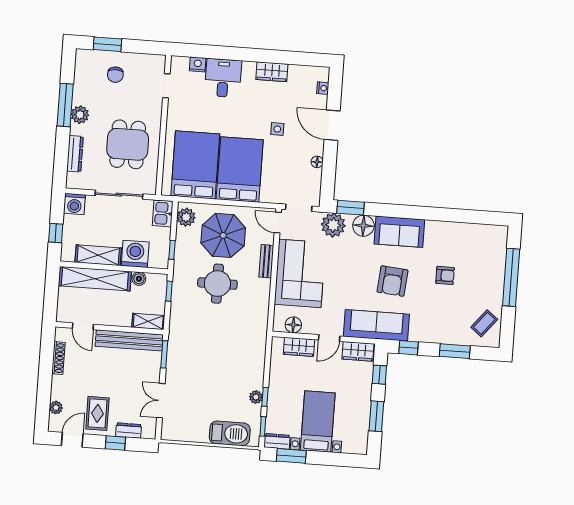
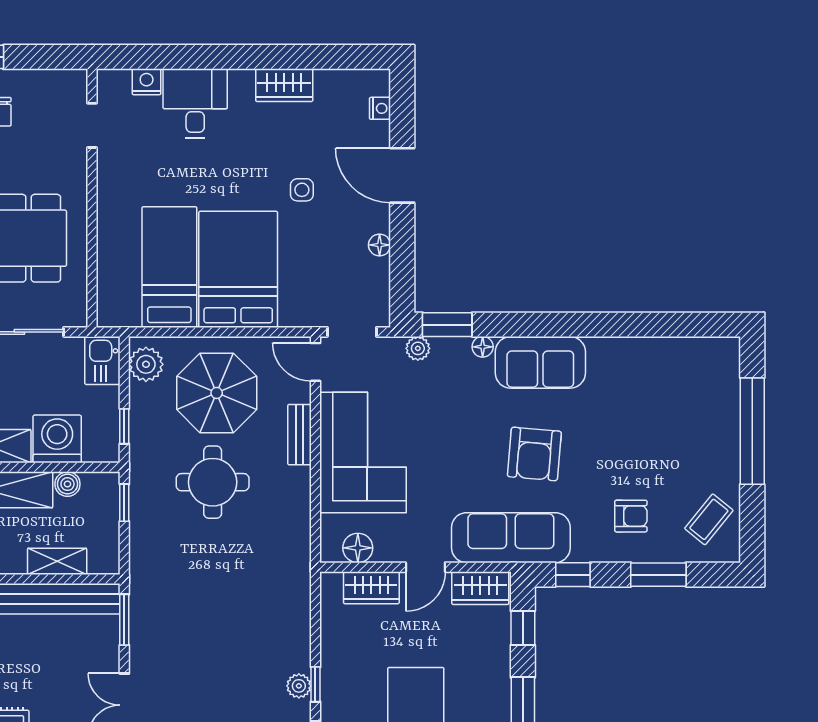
bed: (195, 165) -> (169, 267), width x0.67
plant: (333, 225) -> (418, 348), width x0.53, depth x0.53
floor lamp: (363, 226) -> (483, 347), width x0.53, depth x0.53
armchair: (445, 275) -> (631, 516), moved
shelving: (148, 321) -> (57, 561), moved

